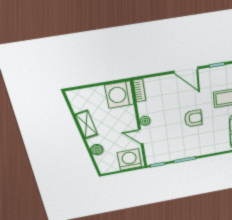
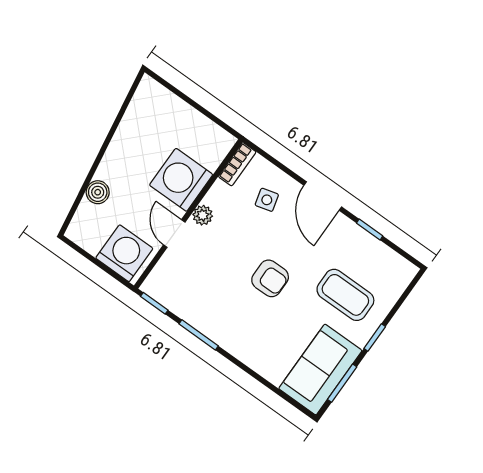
side table: (165, 92) -> (267, 200), added
washing machine: (119, 95) -> (181, 180), moved
shelving: (86, 125) -> (123, 142), removed

